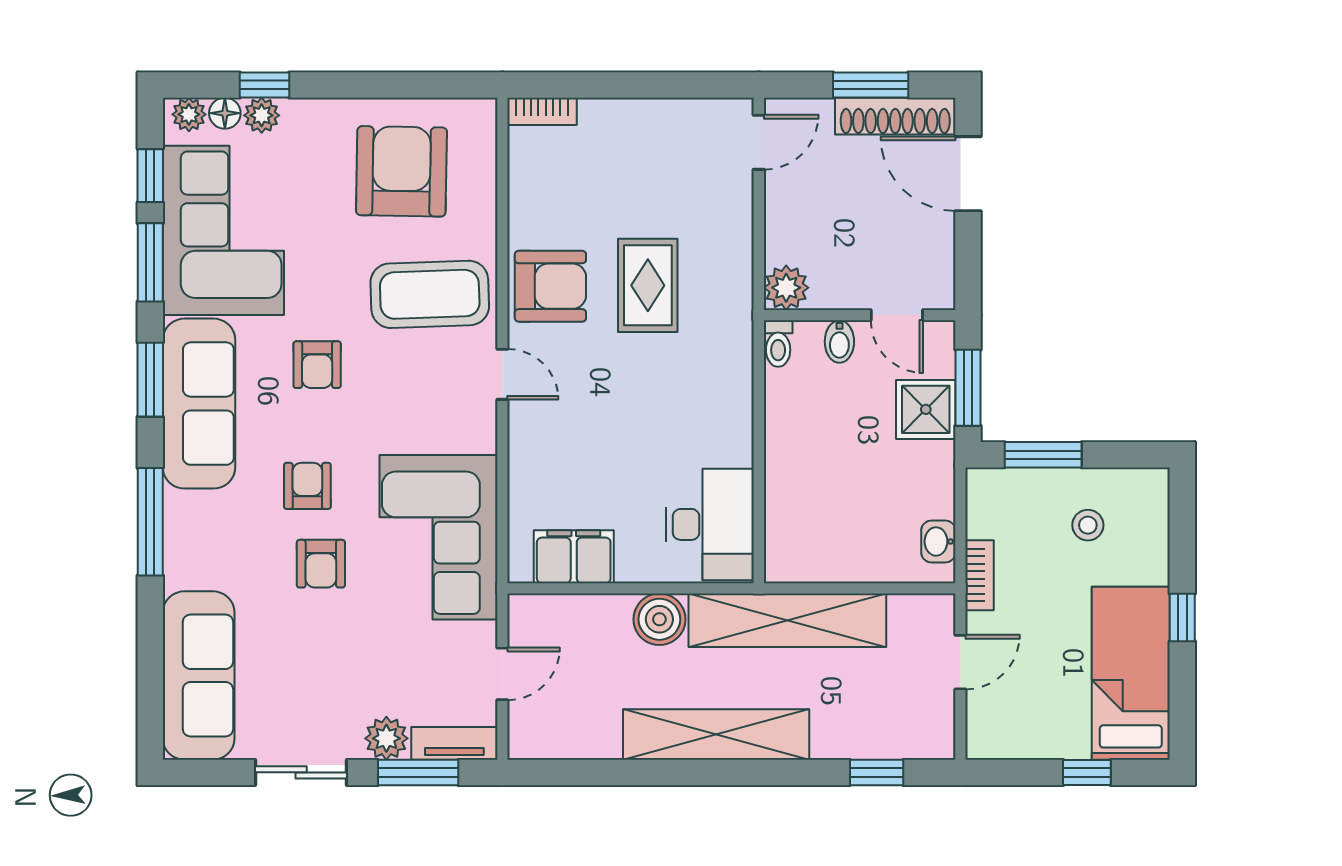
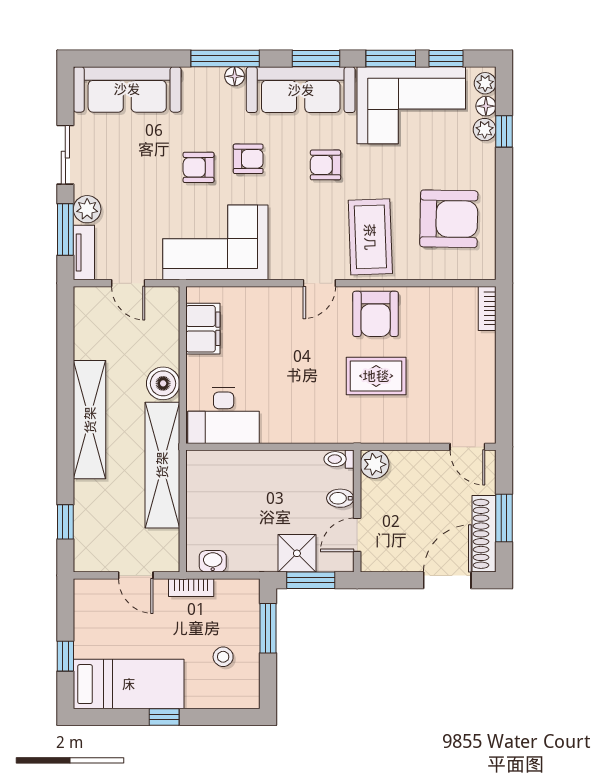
floor lamp: (178, 507) -> (235, 76), added

